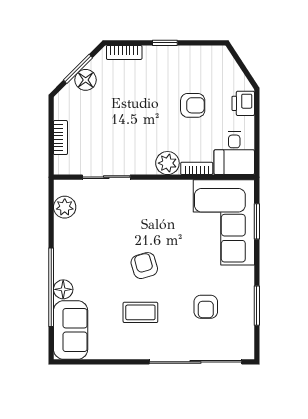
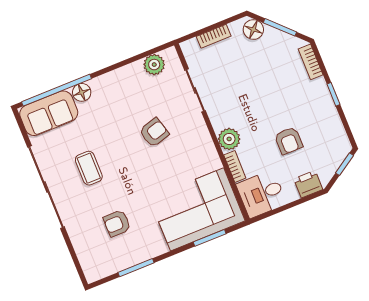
window: (238, 60) -> (344, 164), added
floor lamp: (86, 80) -> (253, 30), moved
armchair: (144, 266) -> (154, 132), moved
window: (51, 287) -> (56, 90), moved
sliding door: (195, 362) -> (46, 187), moved

